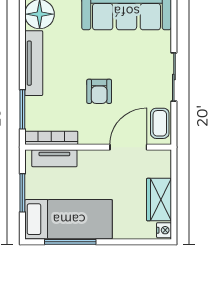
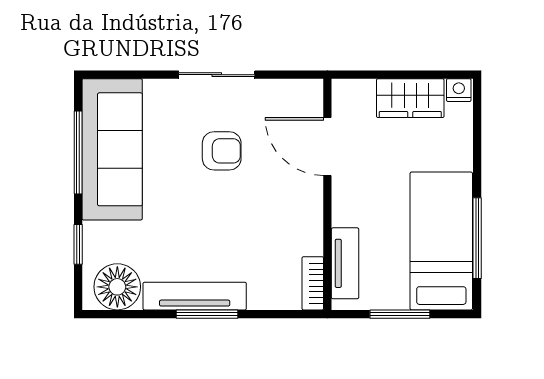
armchair: (99, 91) -> (222, 151), moved
window: (22, 109) -> (207, 314), moved
coffee table: (160, 123) -> (290, 97), removed
bookcase: (51, 138) -> (313, 283), width x0.64

